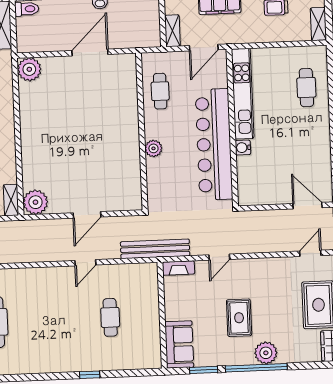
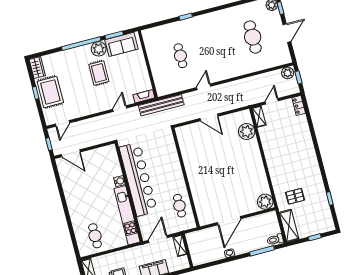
cafe table: (306, 88) -> (95, 236), moved
plant: (153, 148) -> (176, 169), removed
plant: (35, 202) -> (247, 132), moved
door: (87, 215) -> (209, 117), swing flipped
sofa: (179, 344) -> (121, 44), moved, turned -90
plant: (266, 353) -> (99, 49), moved

